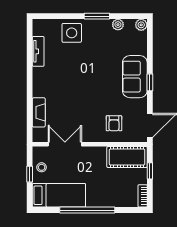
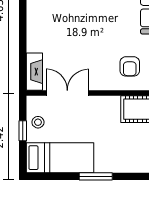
fireplace: (39, 112) -> (34, 72), moved
window: (87, 210) -> (96, 176), width x0.47

